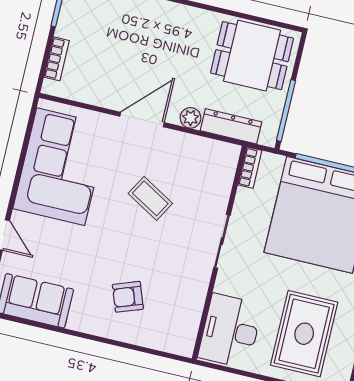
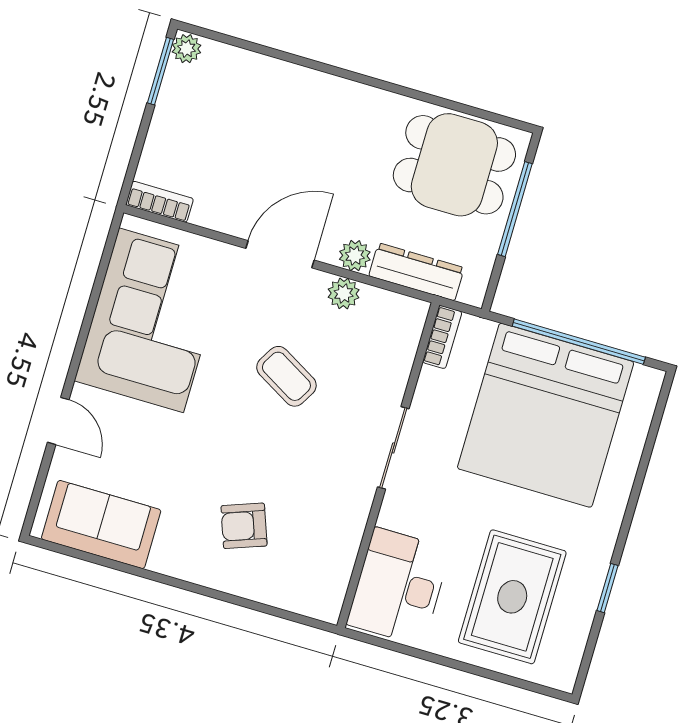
bookcase: (57, 59) -> (160, 202), moved, turned -90
window: (286, 111) -> (515, 209), moved
plant: (185, 143) -> (344, 293), added

